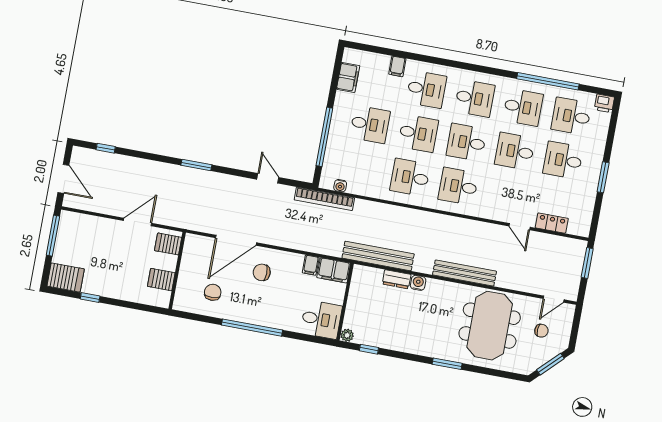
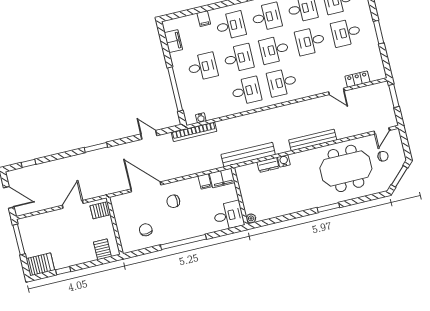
desk: (410, 177) -> (246, 91), turned 180
door: (236, 240) -> (146, 187), swing flipped
server rack: (161, 280) -> (102, 249), moved, turned 90
meeting table: (490, 326) -> (346, 168), turned 90
window: (369, 349) -> (270, 221), removed

